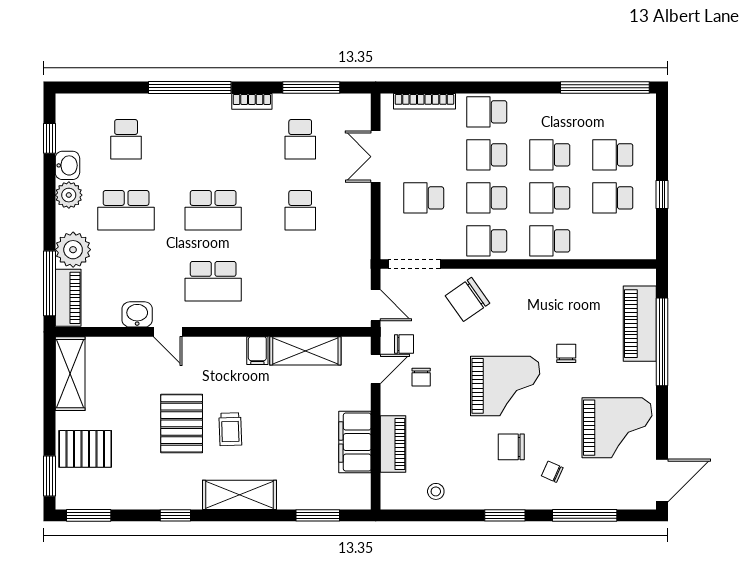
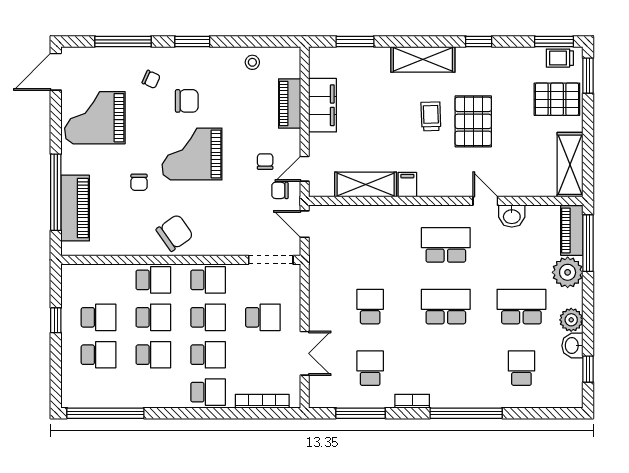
chair: (468, 299) -> (175, 233), moved
trolley: (82, 496) -> (560, 58), added

